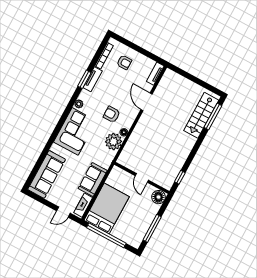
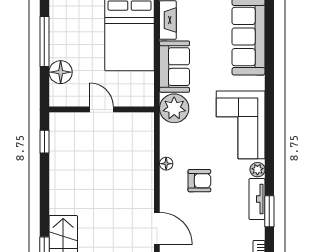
tv unit: (93, 79) -> (257, 199), moved
plant: (114, 142) -> (174, 108), moved
floor lamp: (158, 197) -> (61, 72), moved

